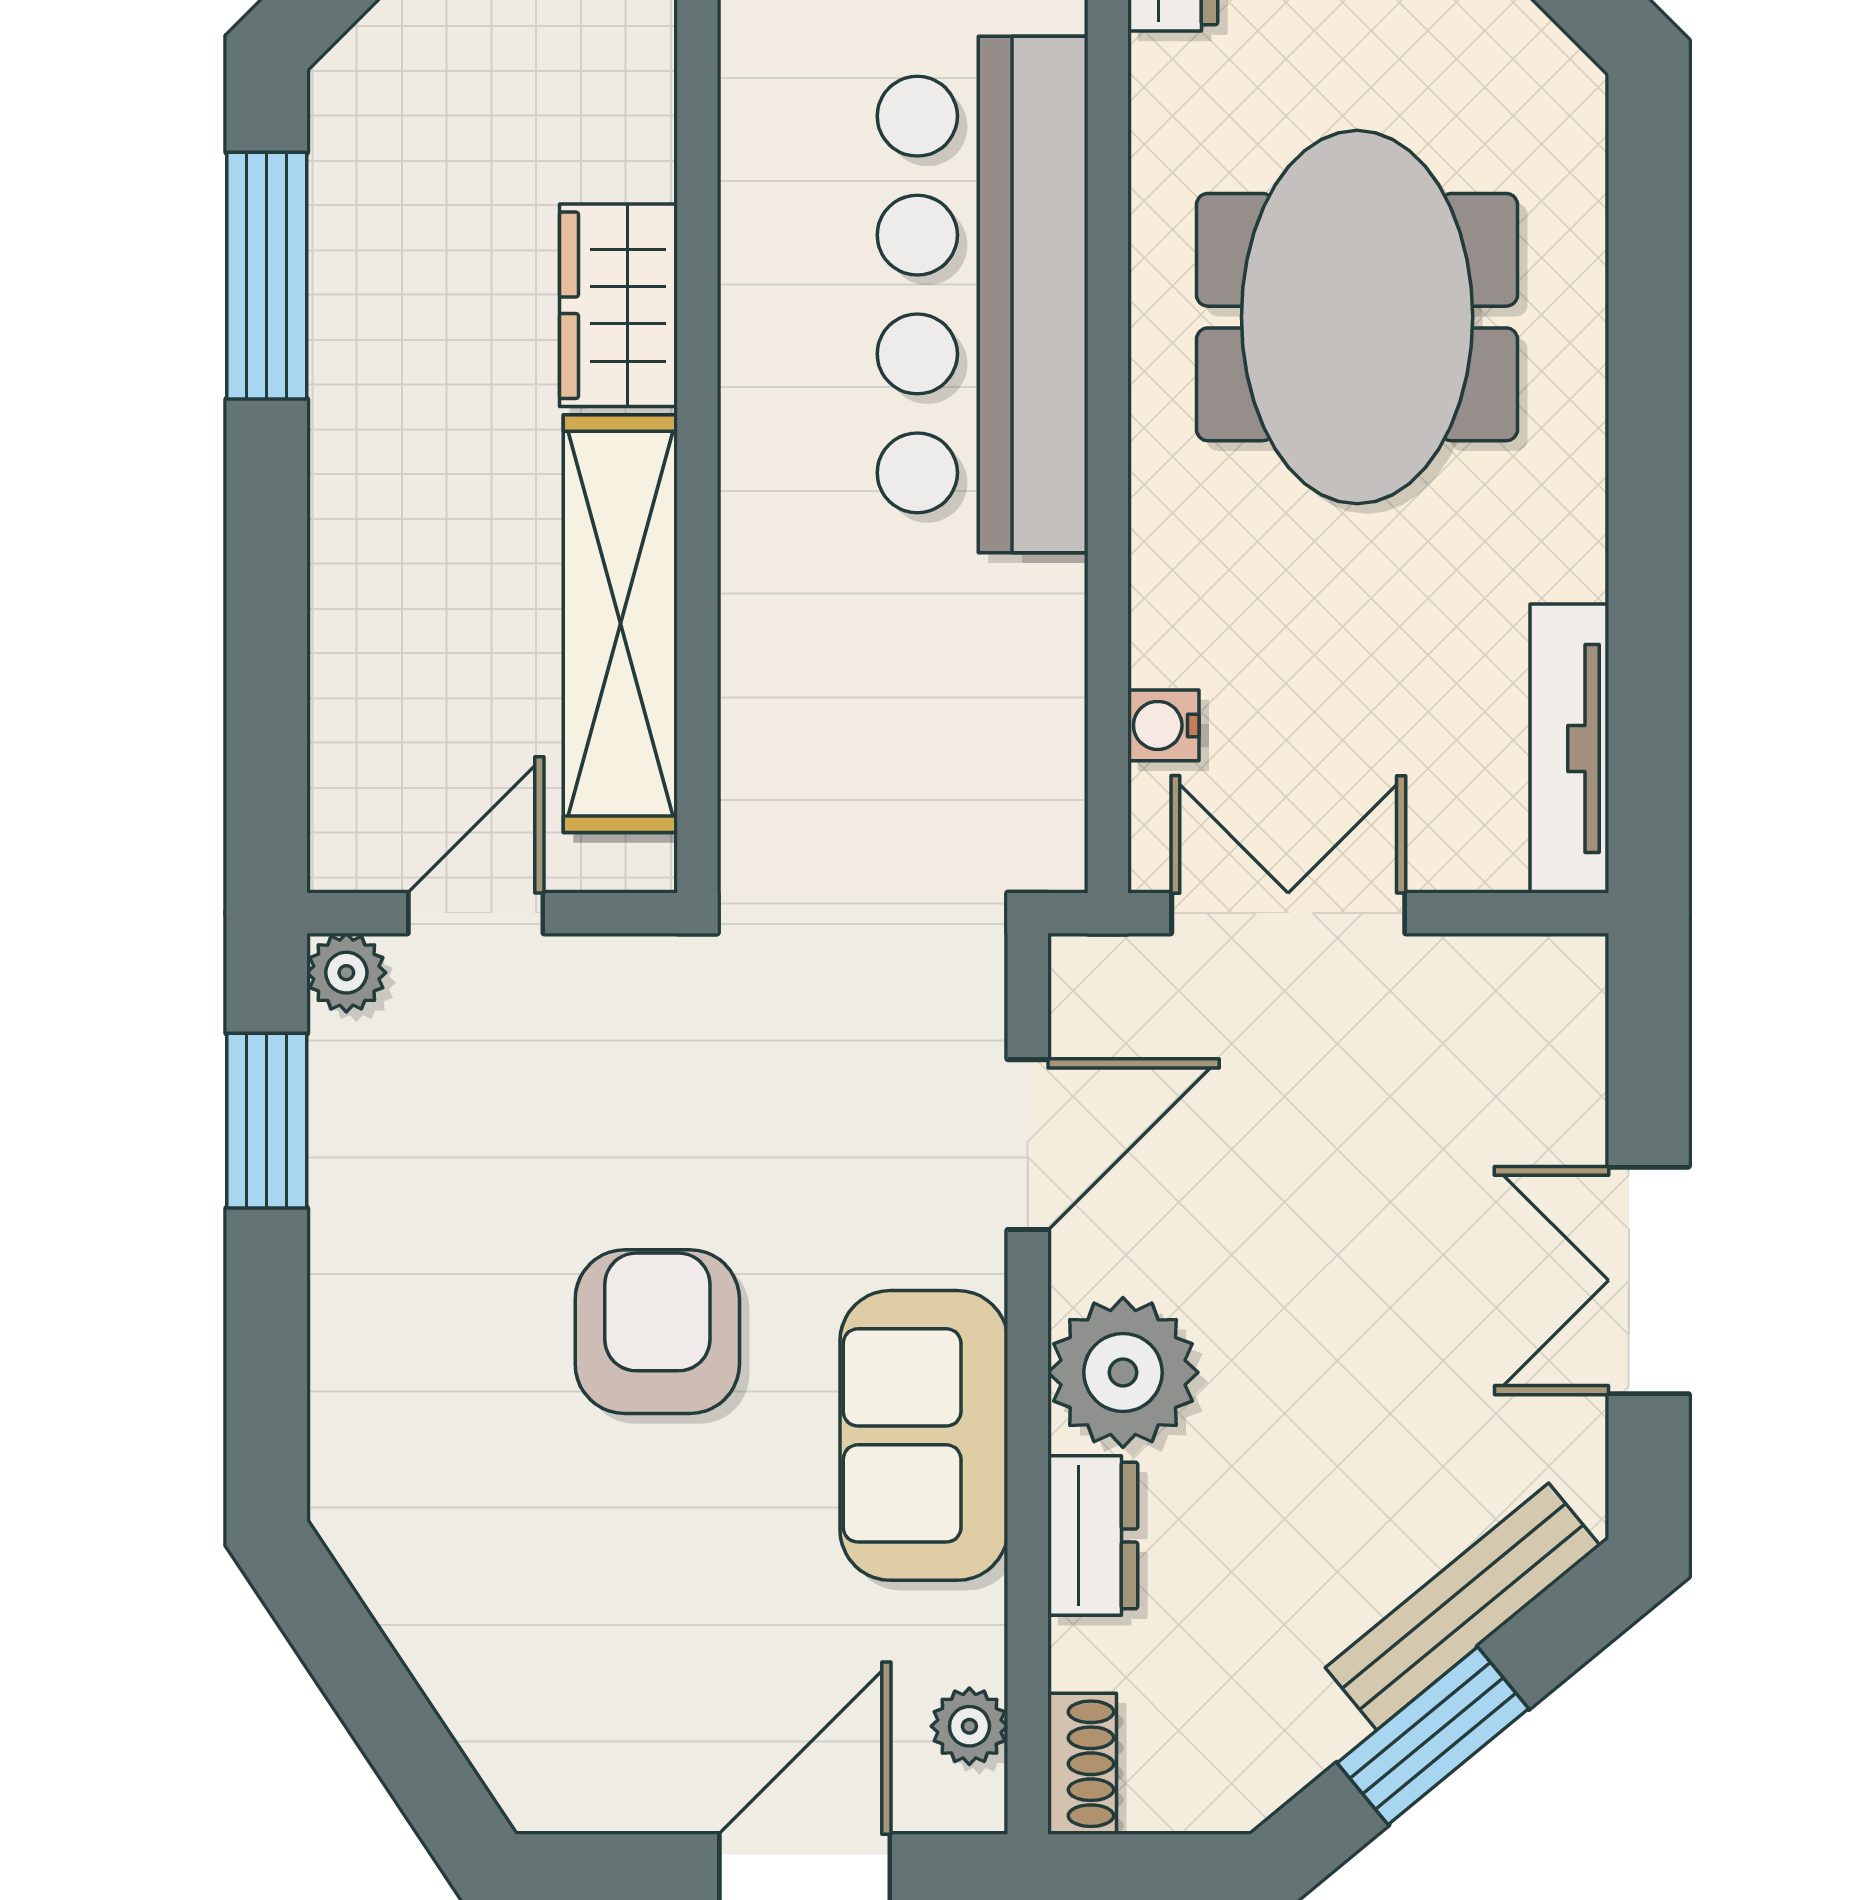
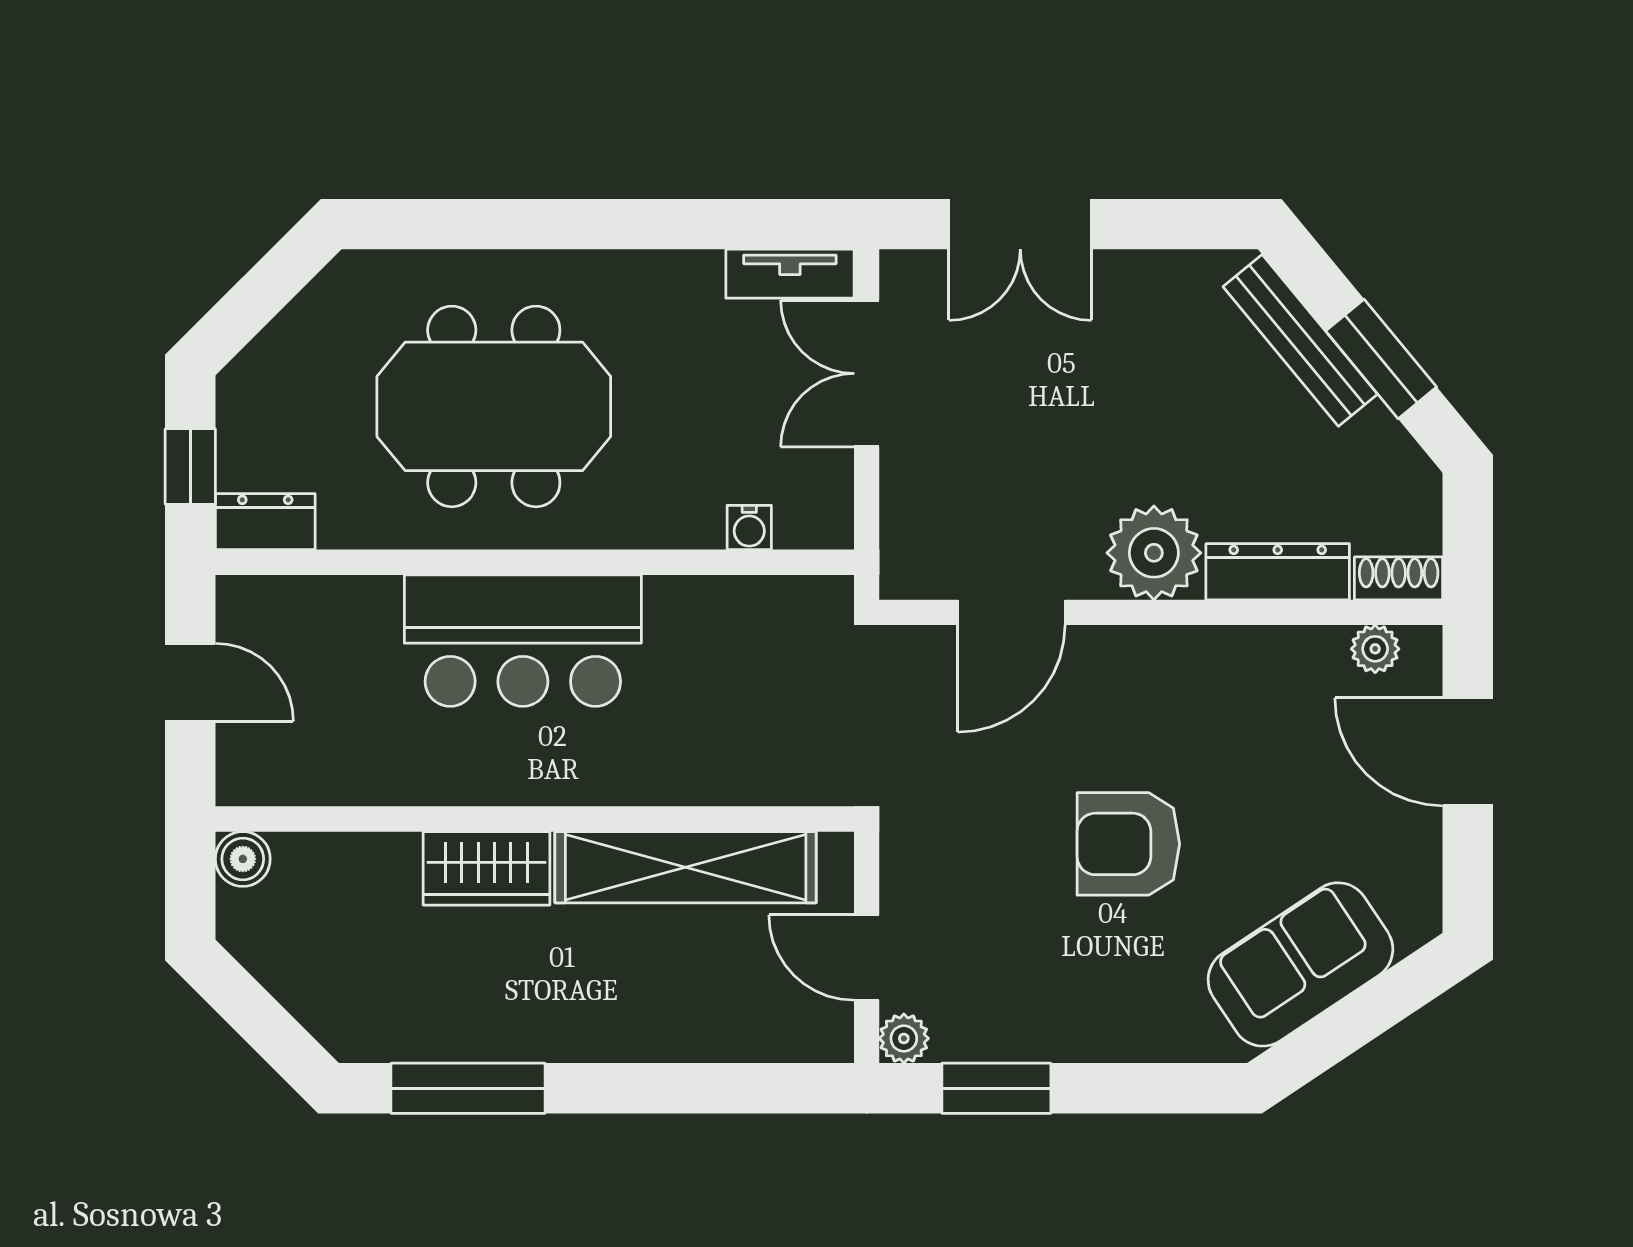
bar counter: (983, 295) -> (523, 641), width x0.73
tv unit: (1569, 749) -> (790, 274), width x0.71
double door: (1288, 913) -> (867, 373), moved
door: (1028, 1145) -> (1011, 612), swing flipped
double door: (1649, 1280) -> (1020, 224), moved
sofa: (924, 1435) -> (1300, 964), moved, turned 146
dresser: (1093, 1536) -> (1278, 572), width x1.44

